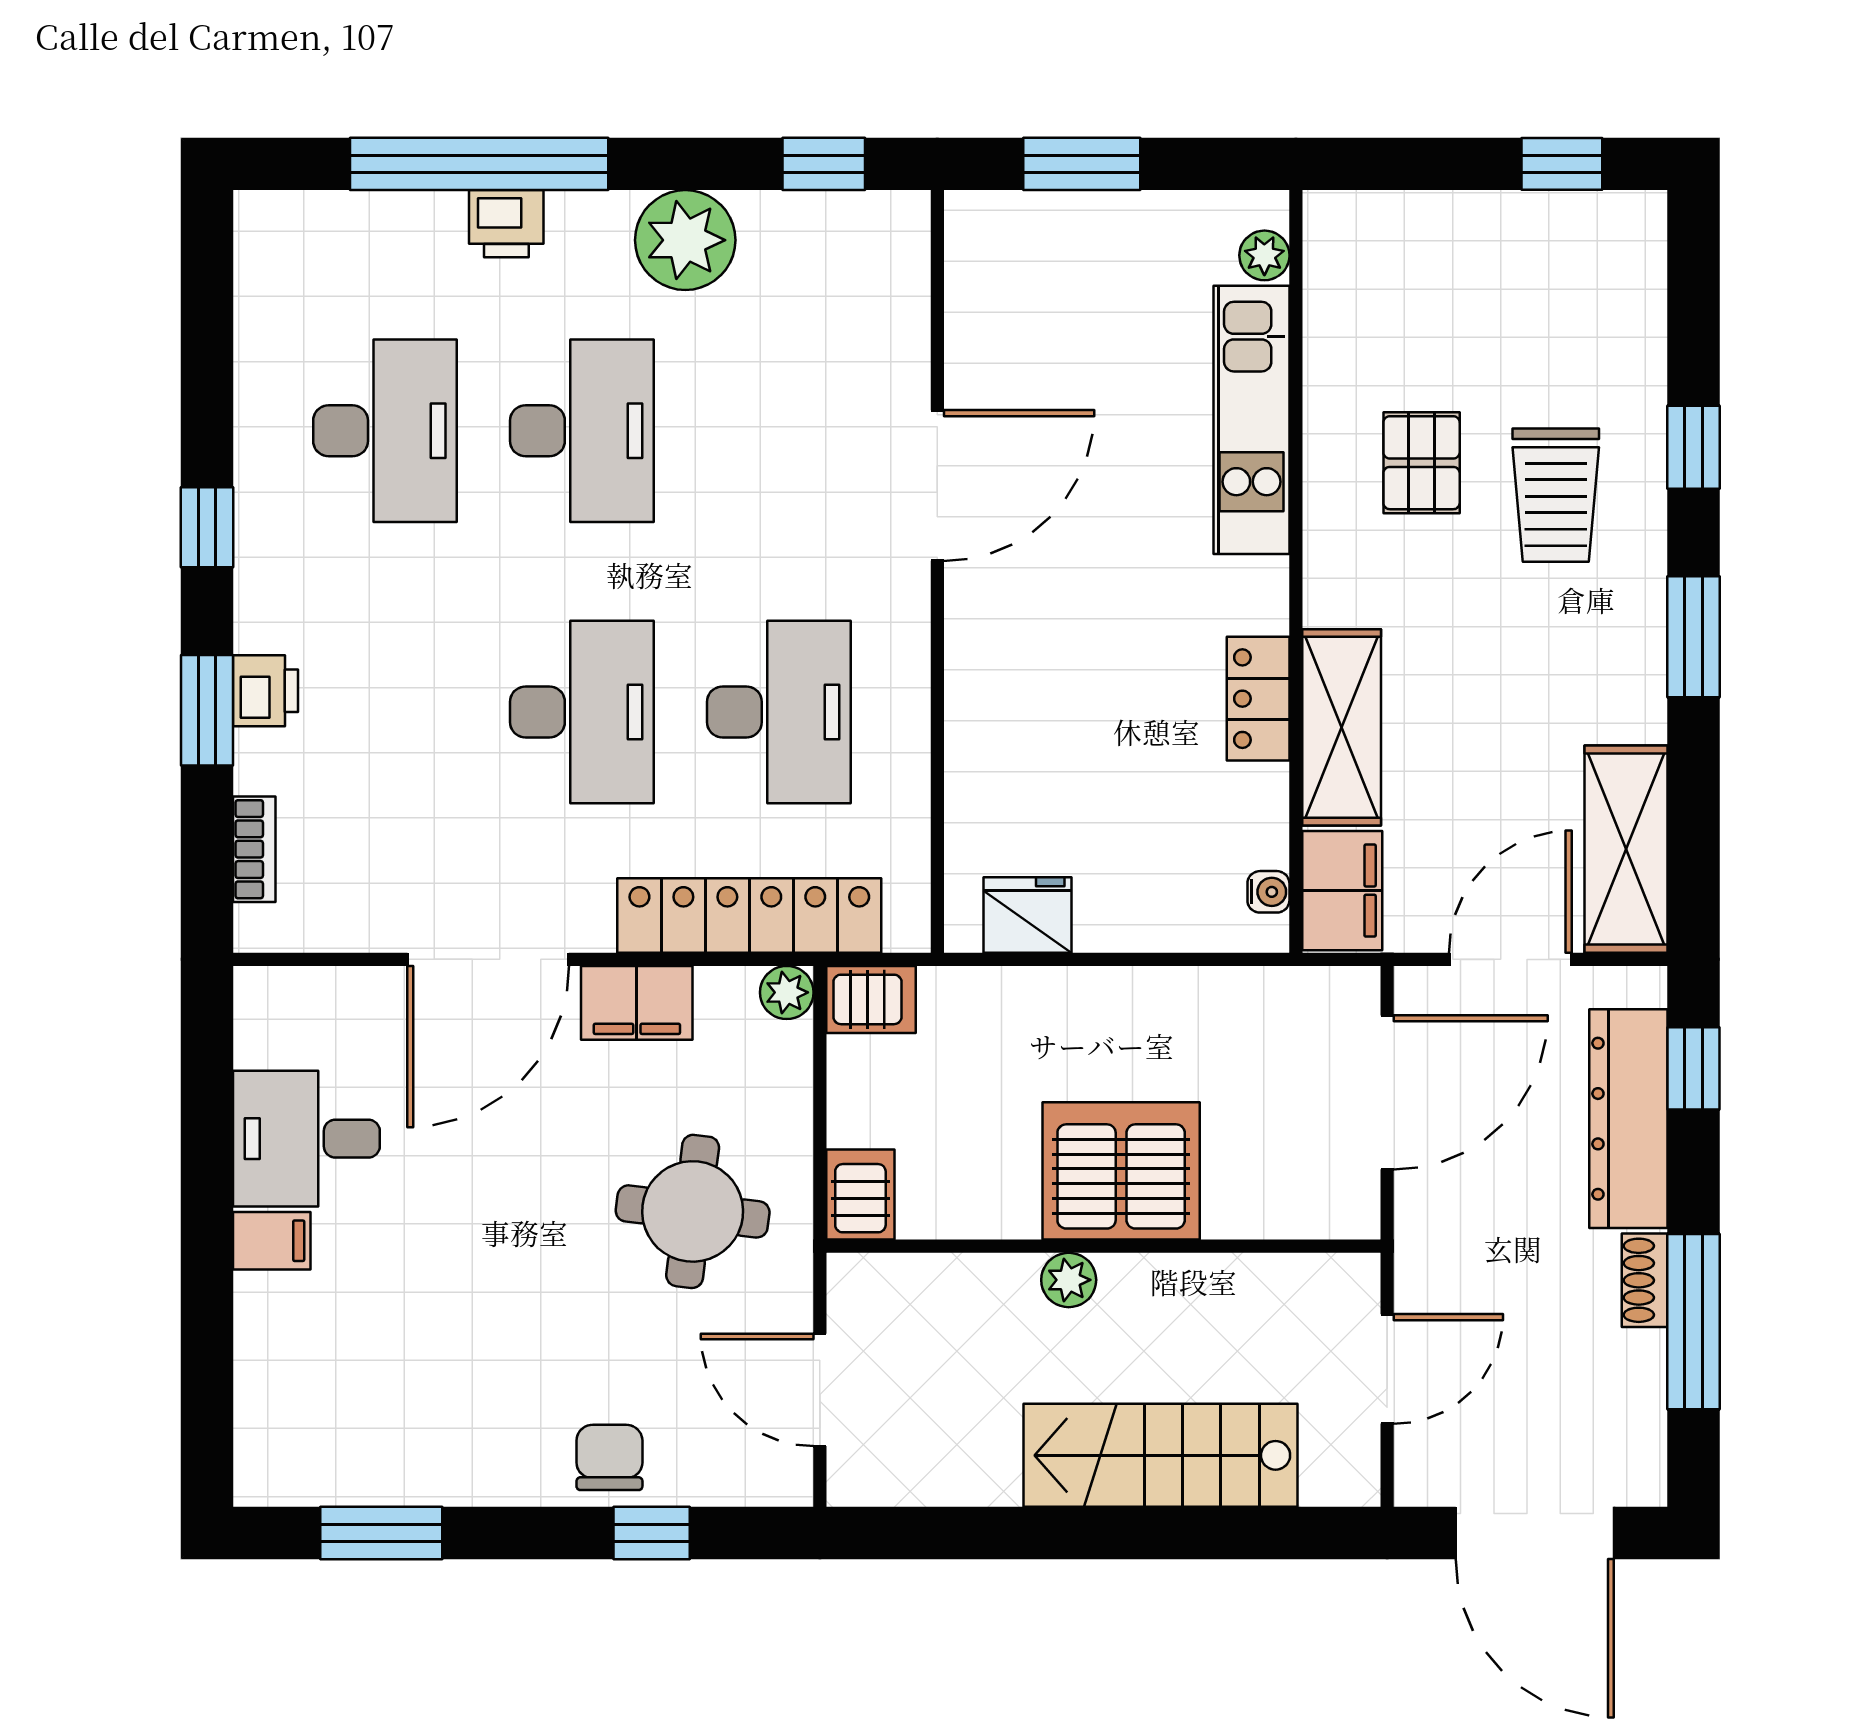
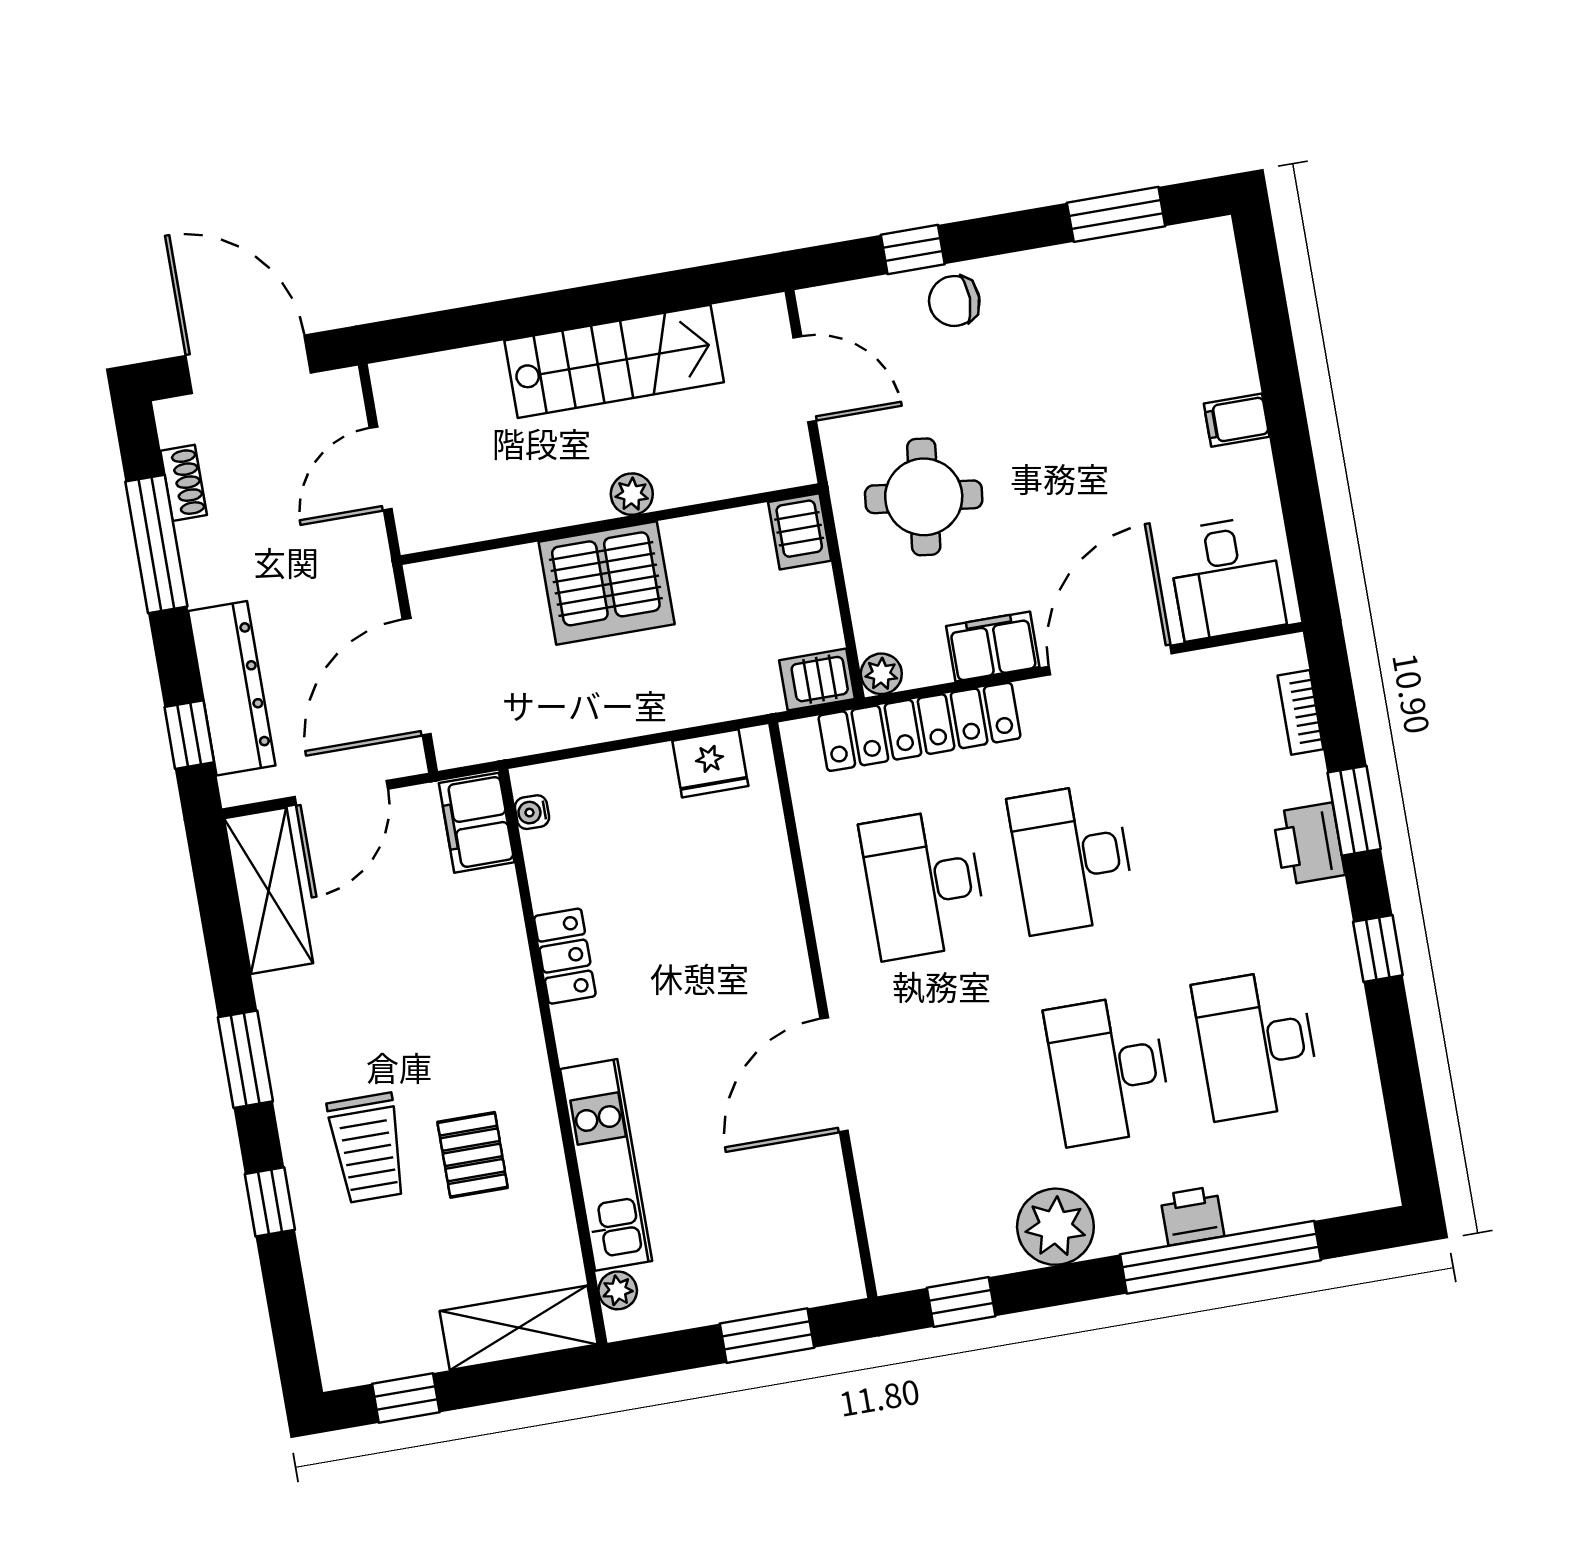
trolley: (1556, 495) -> (367, 1148), turned 180
printer: (266, 691) -> (1309, 844), width x1.36, depth x1.24
shelving: (1342, 727) -> (519, 1328), moved, turned 90
desk: (306, 1139) -> (1226, 578), moved, turned 90
shoe rack: (1645, 1280) -> (184, 483), moved
stairs: (1160, 1455) -> (614, 361), moved
chair: (609, 1457) -> (954, 301), turned 90

